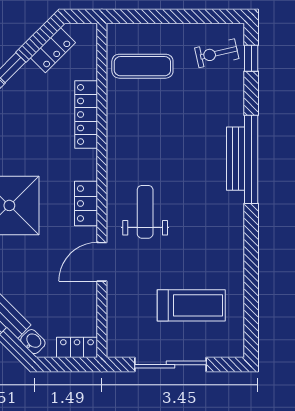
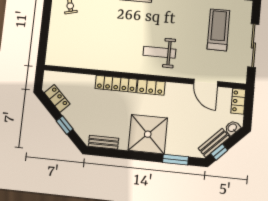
exercise mat: (142, 66) -> (72, 46), removed
locker: (86, 114) -> (116, 84), moved
door: (102, 262) -> (206, 83), moved

